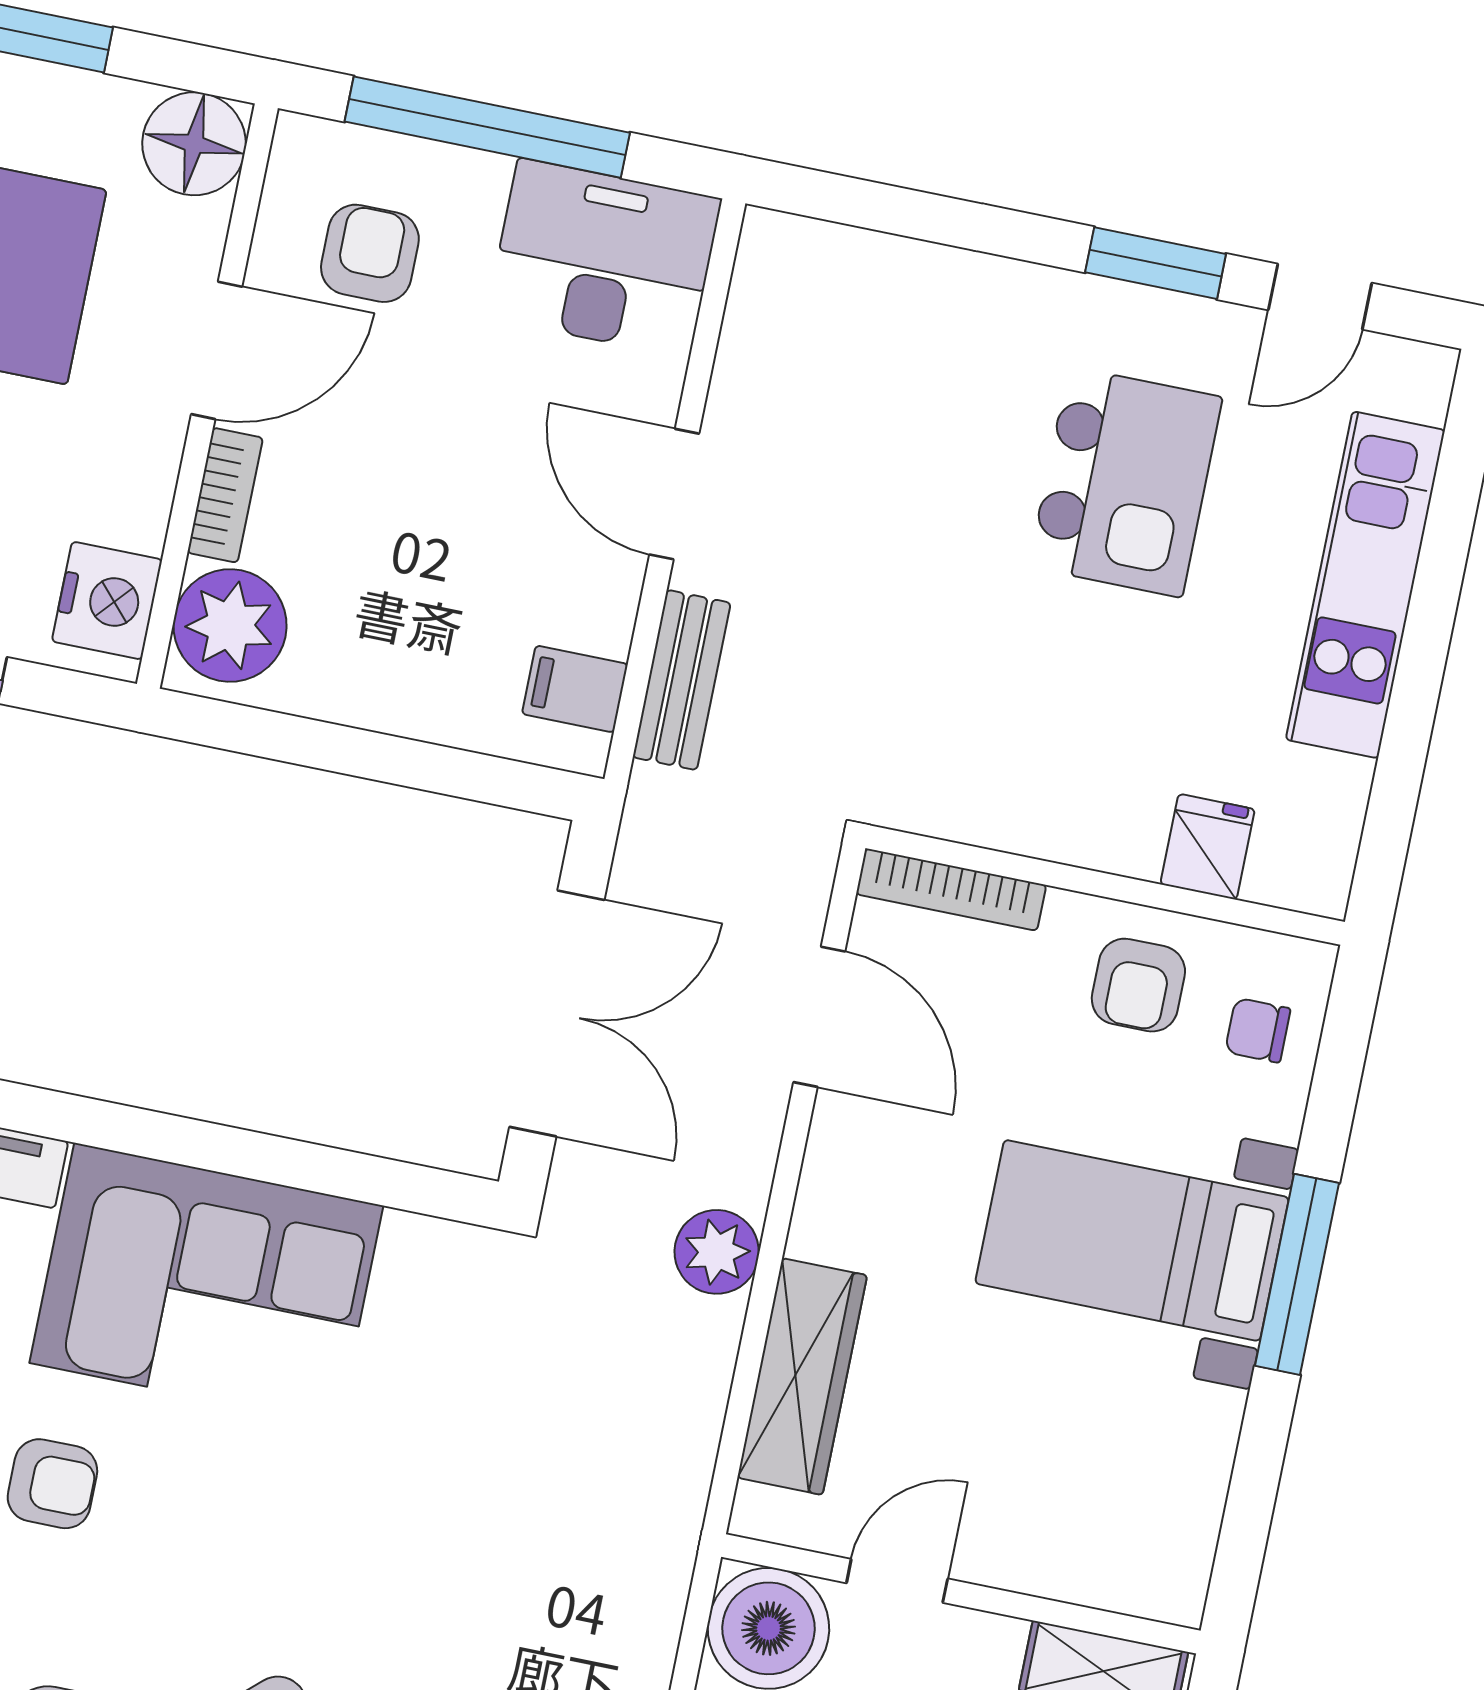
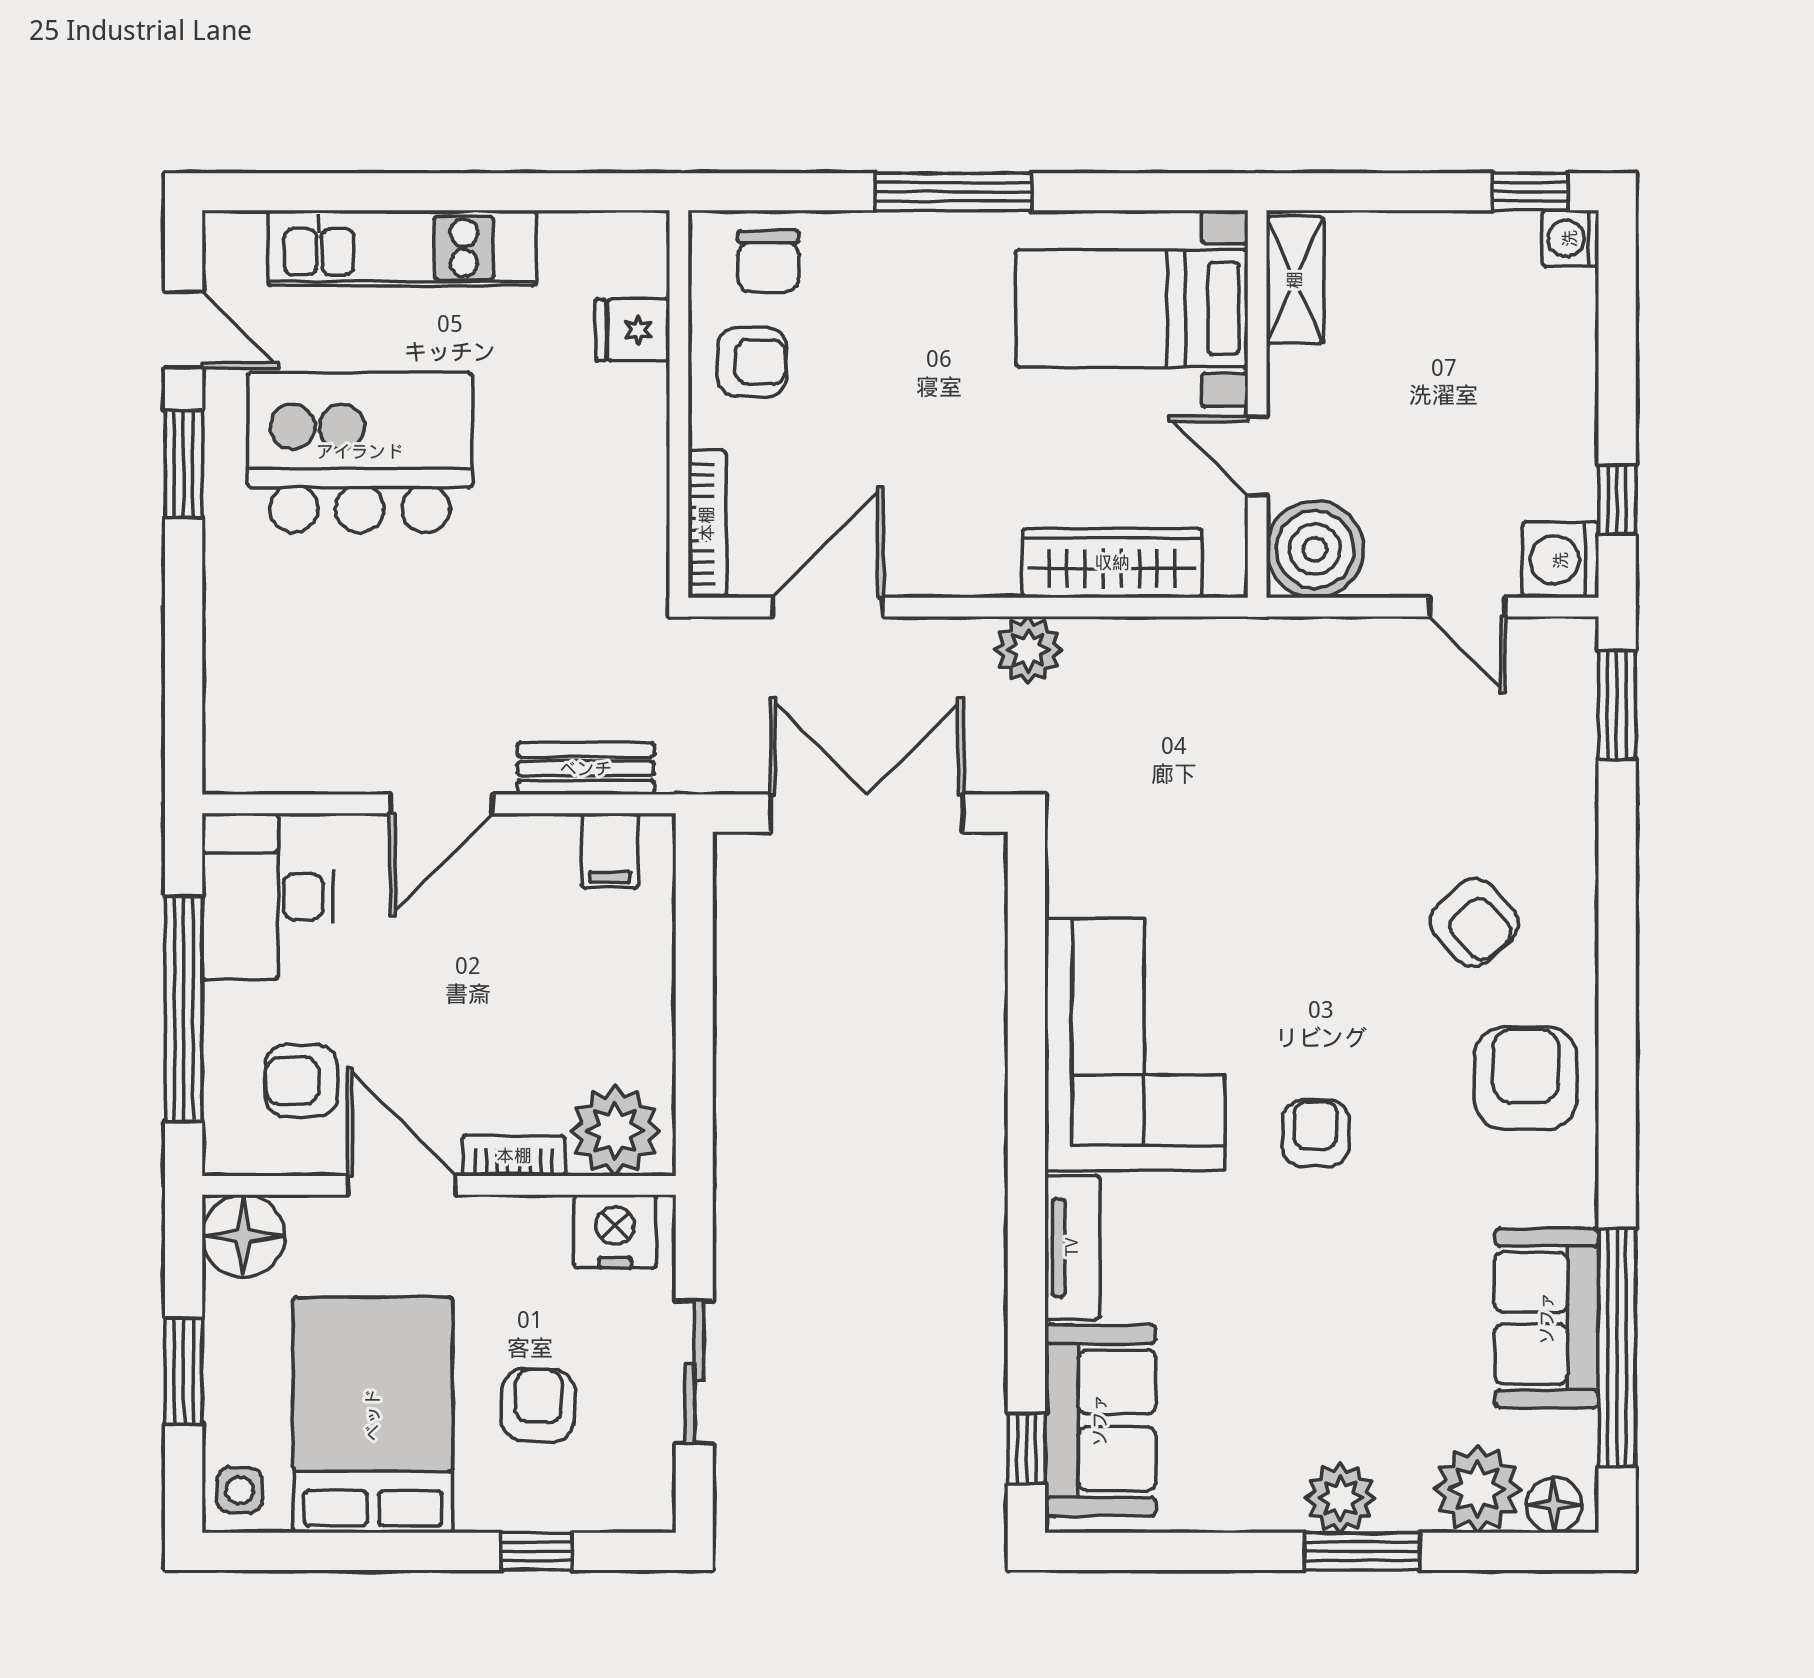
kitchen island: (1125, 482) -> (360, 452), width x1.37, depth x1.28
chair: (1258, 1030) -> (768, 261), width x1.37, depth x1.37
bed with nightstands: (1132, 1240) -> (1132, 308), moved, turned 90

